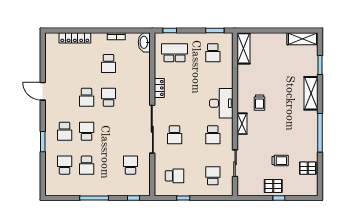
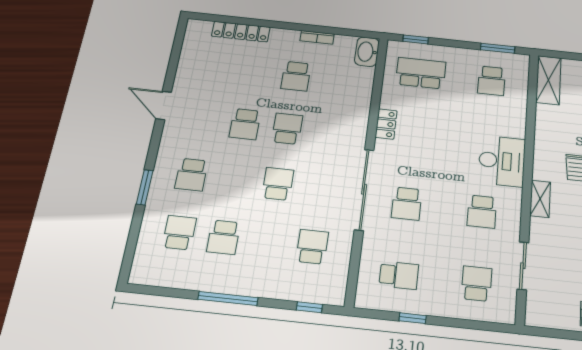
school desk: (87, 131) -> (278, 184), moved

